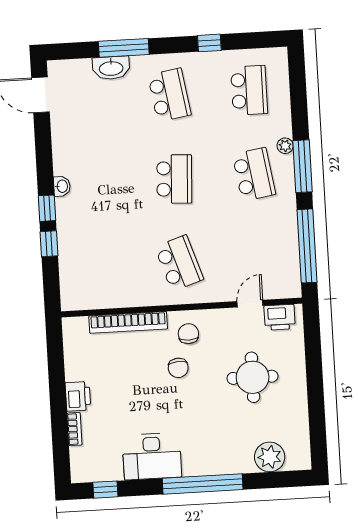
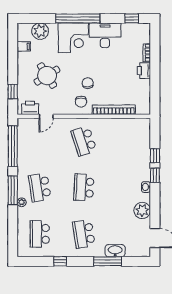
plant: (66, 143) -> (142, 210), added
window: (313, 345) -> (13, 92), added
round table: (253, 377) -> (47, 76), turned -32
filing cabinet: (298, 427) -> (24, 46), added
corner desk: (209, 448) -> (73, 38), added

